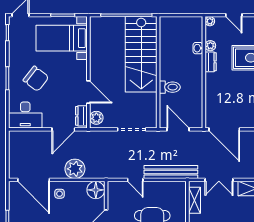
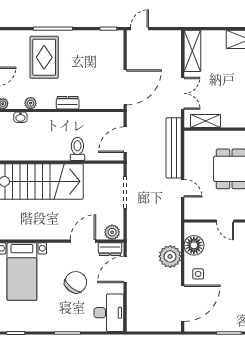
washbasin: (198, 48) -> (20, 117), moved
dresser: (211, 62) -> (68, 103), moved
chair: (36, 79) -> (76, 282), moved
door: (63, 129) -> (125, 270), swing flipped
door: (135, 180) -> (183, 188), hinge flipped
floor lamp: (96, 190) -> (194, 245), moved

